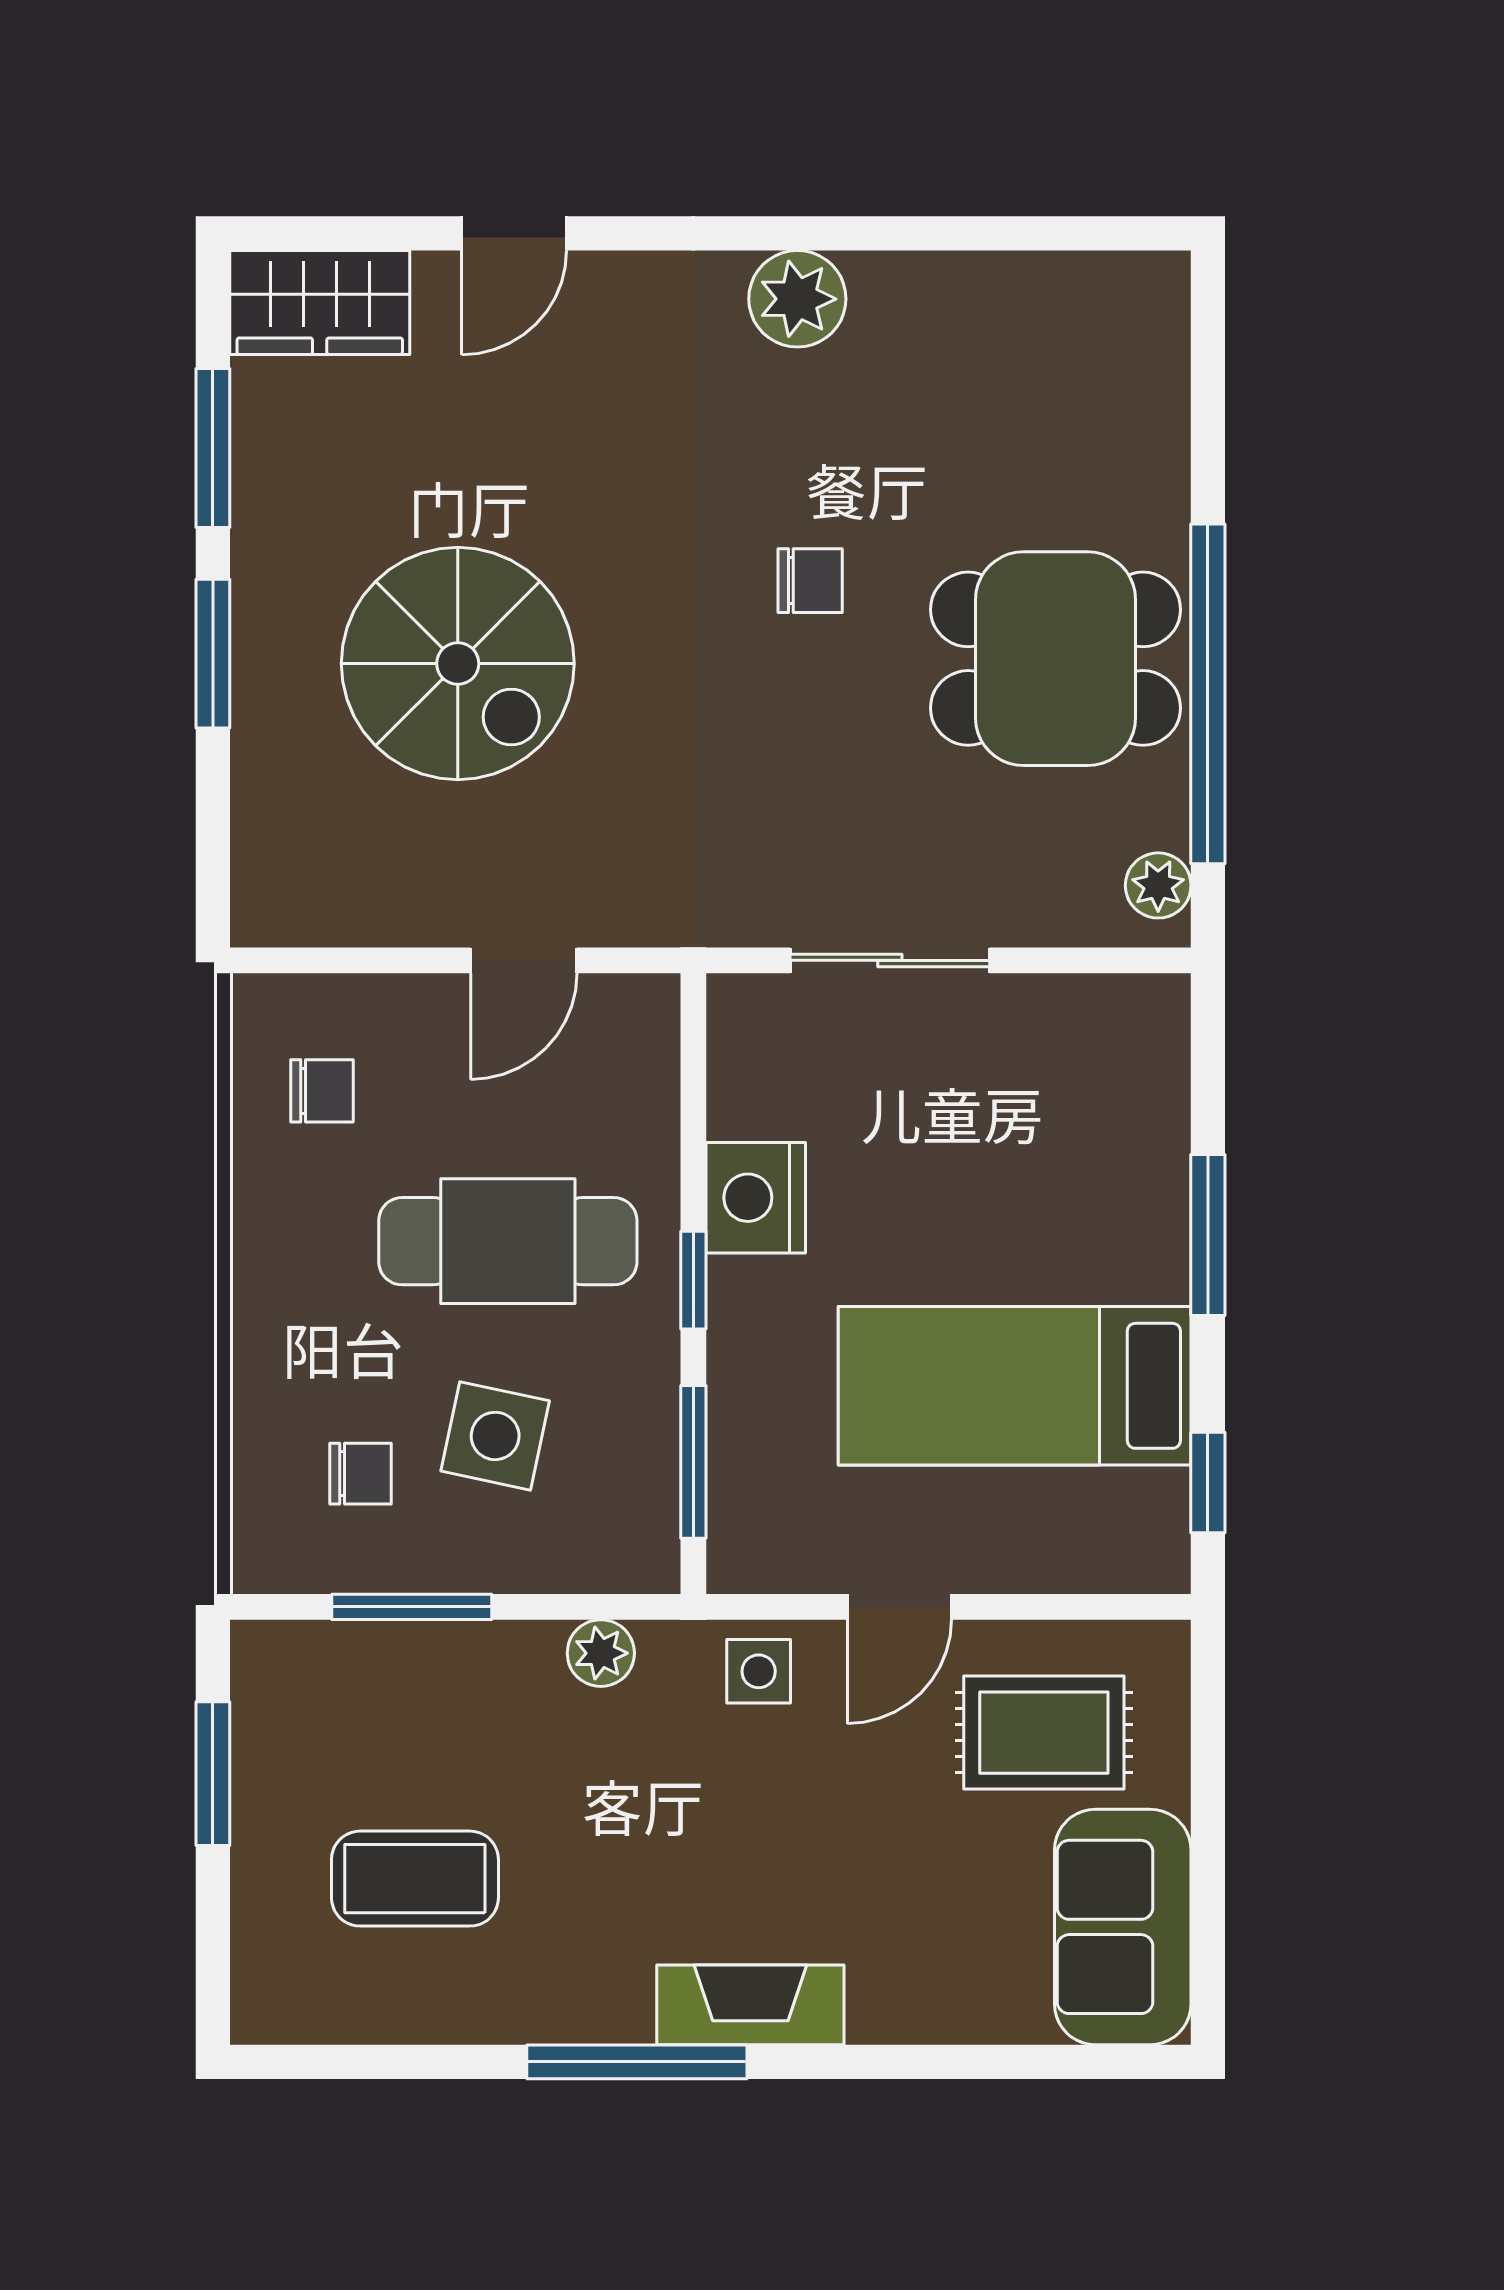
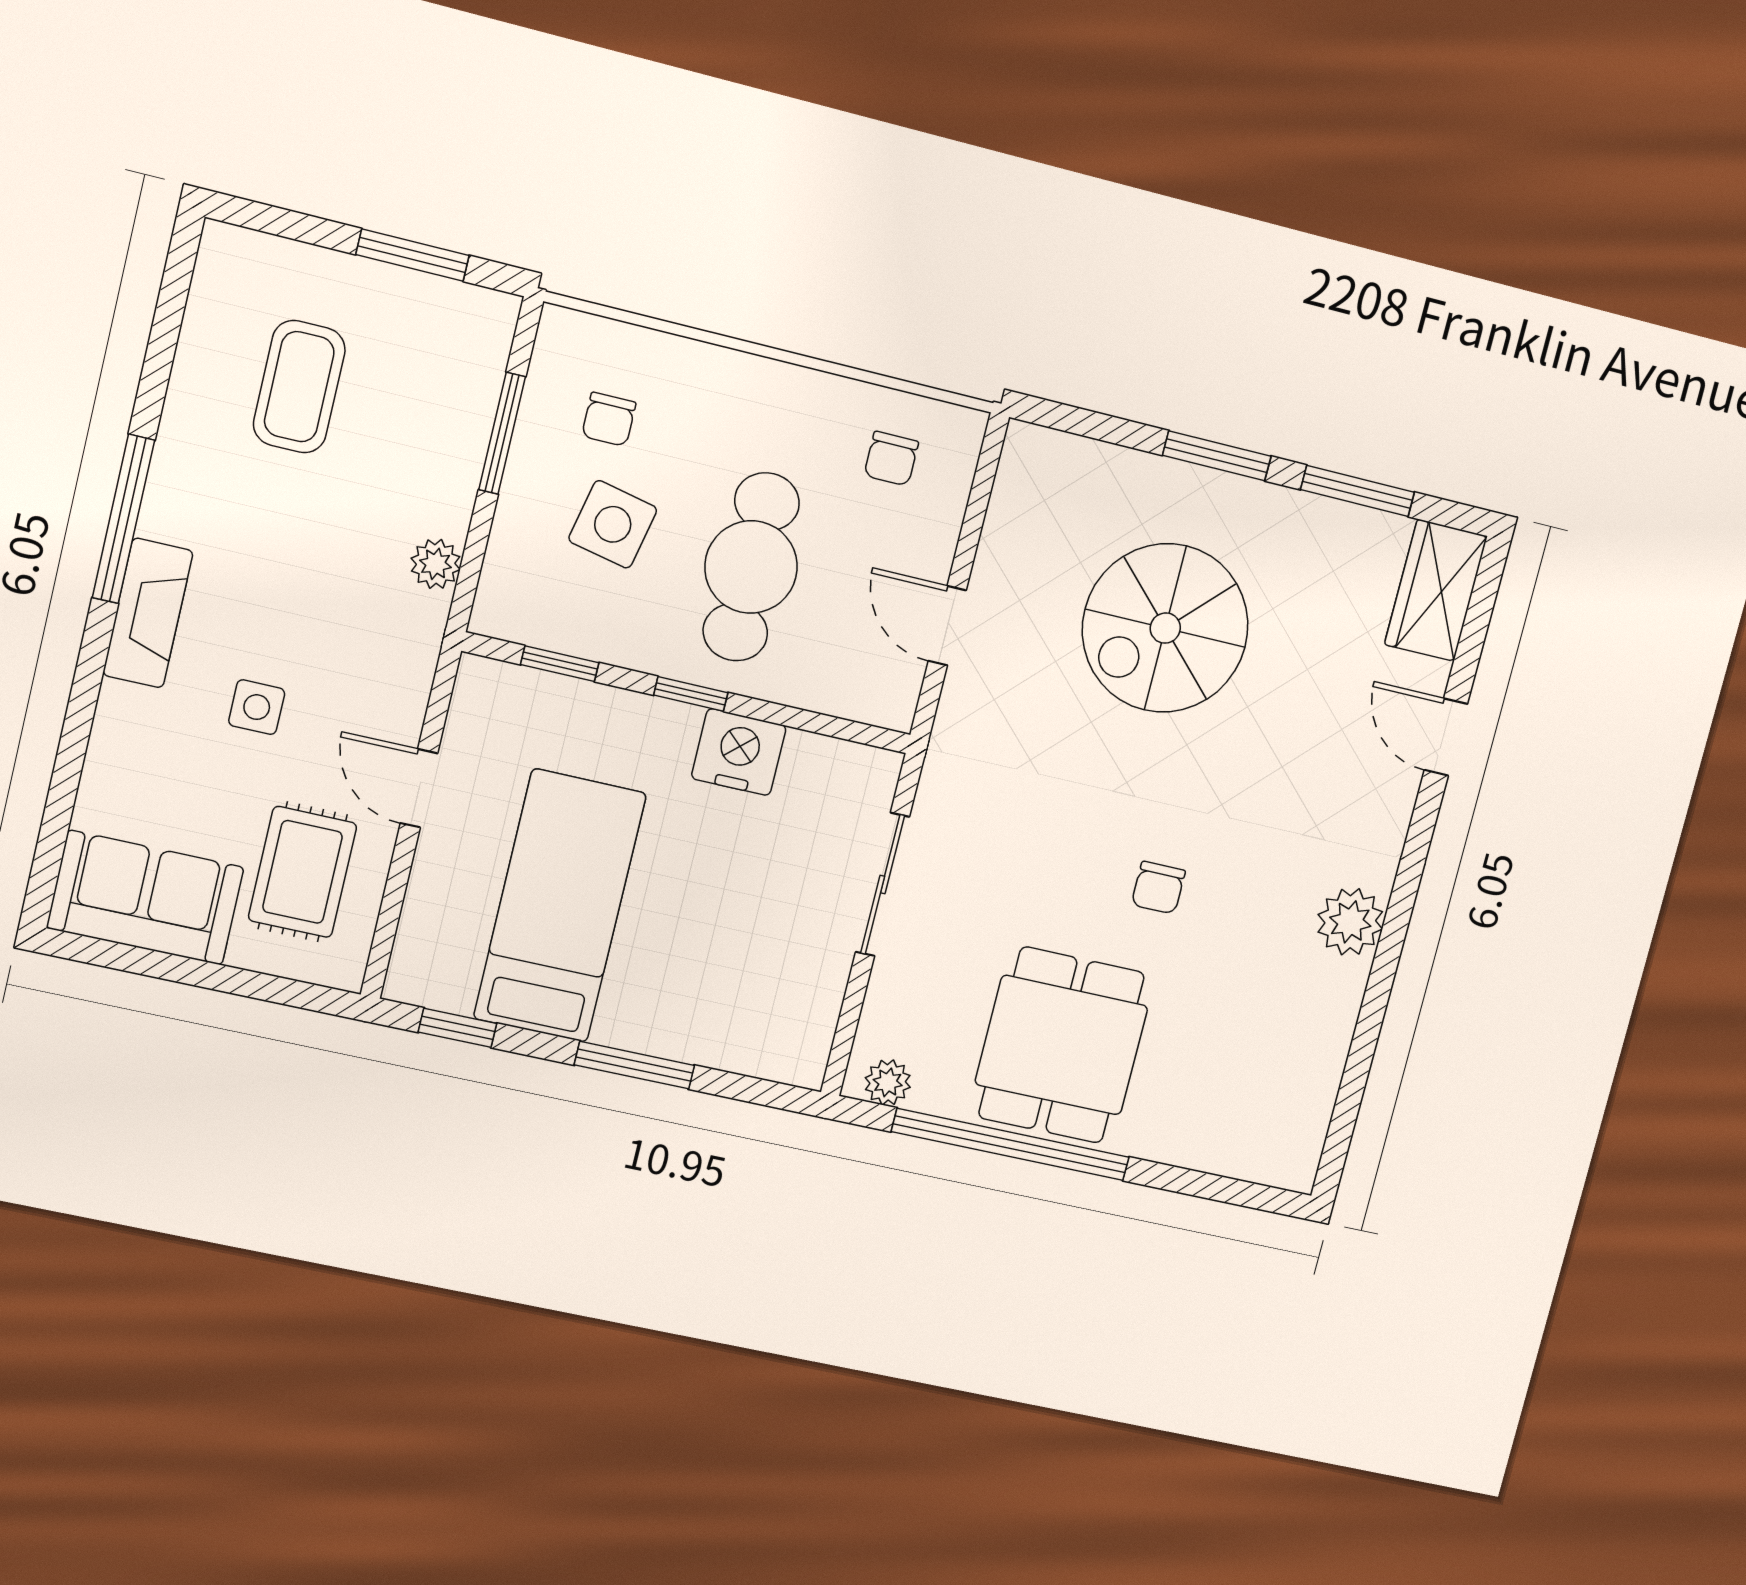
window: (693, 1462) -> (560, 664), width x0.67
side table: (759, 1671) -> (257, 707), moved

